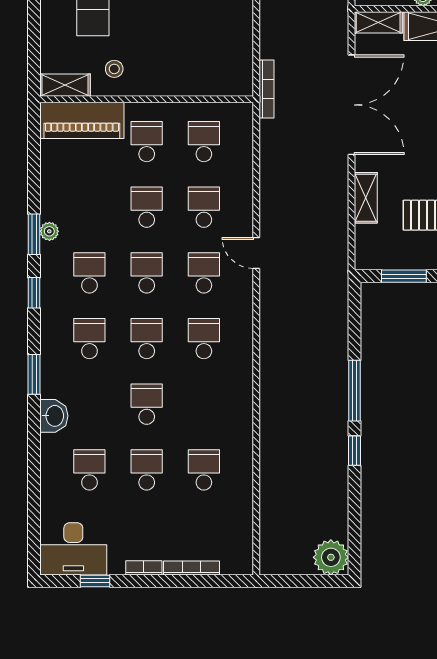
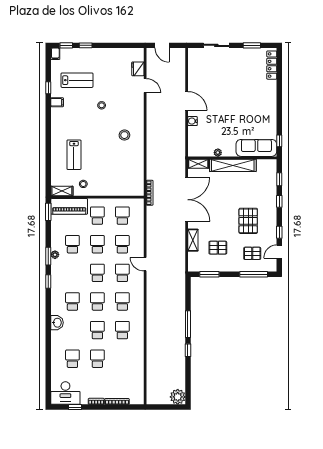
school desk: (89, 273) -> (72, 244), moved
window: (34, 374) -> (48, 212), moved
washbasin: (54, 416) -> (57, 323), moved
school desk: (204, 470) -> (122, 330), moved

